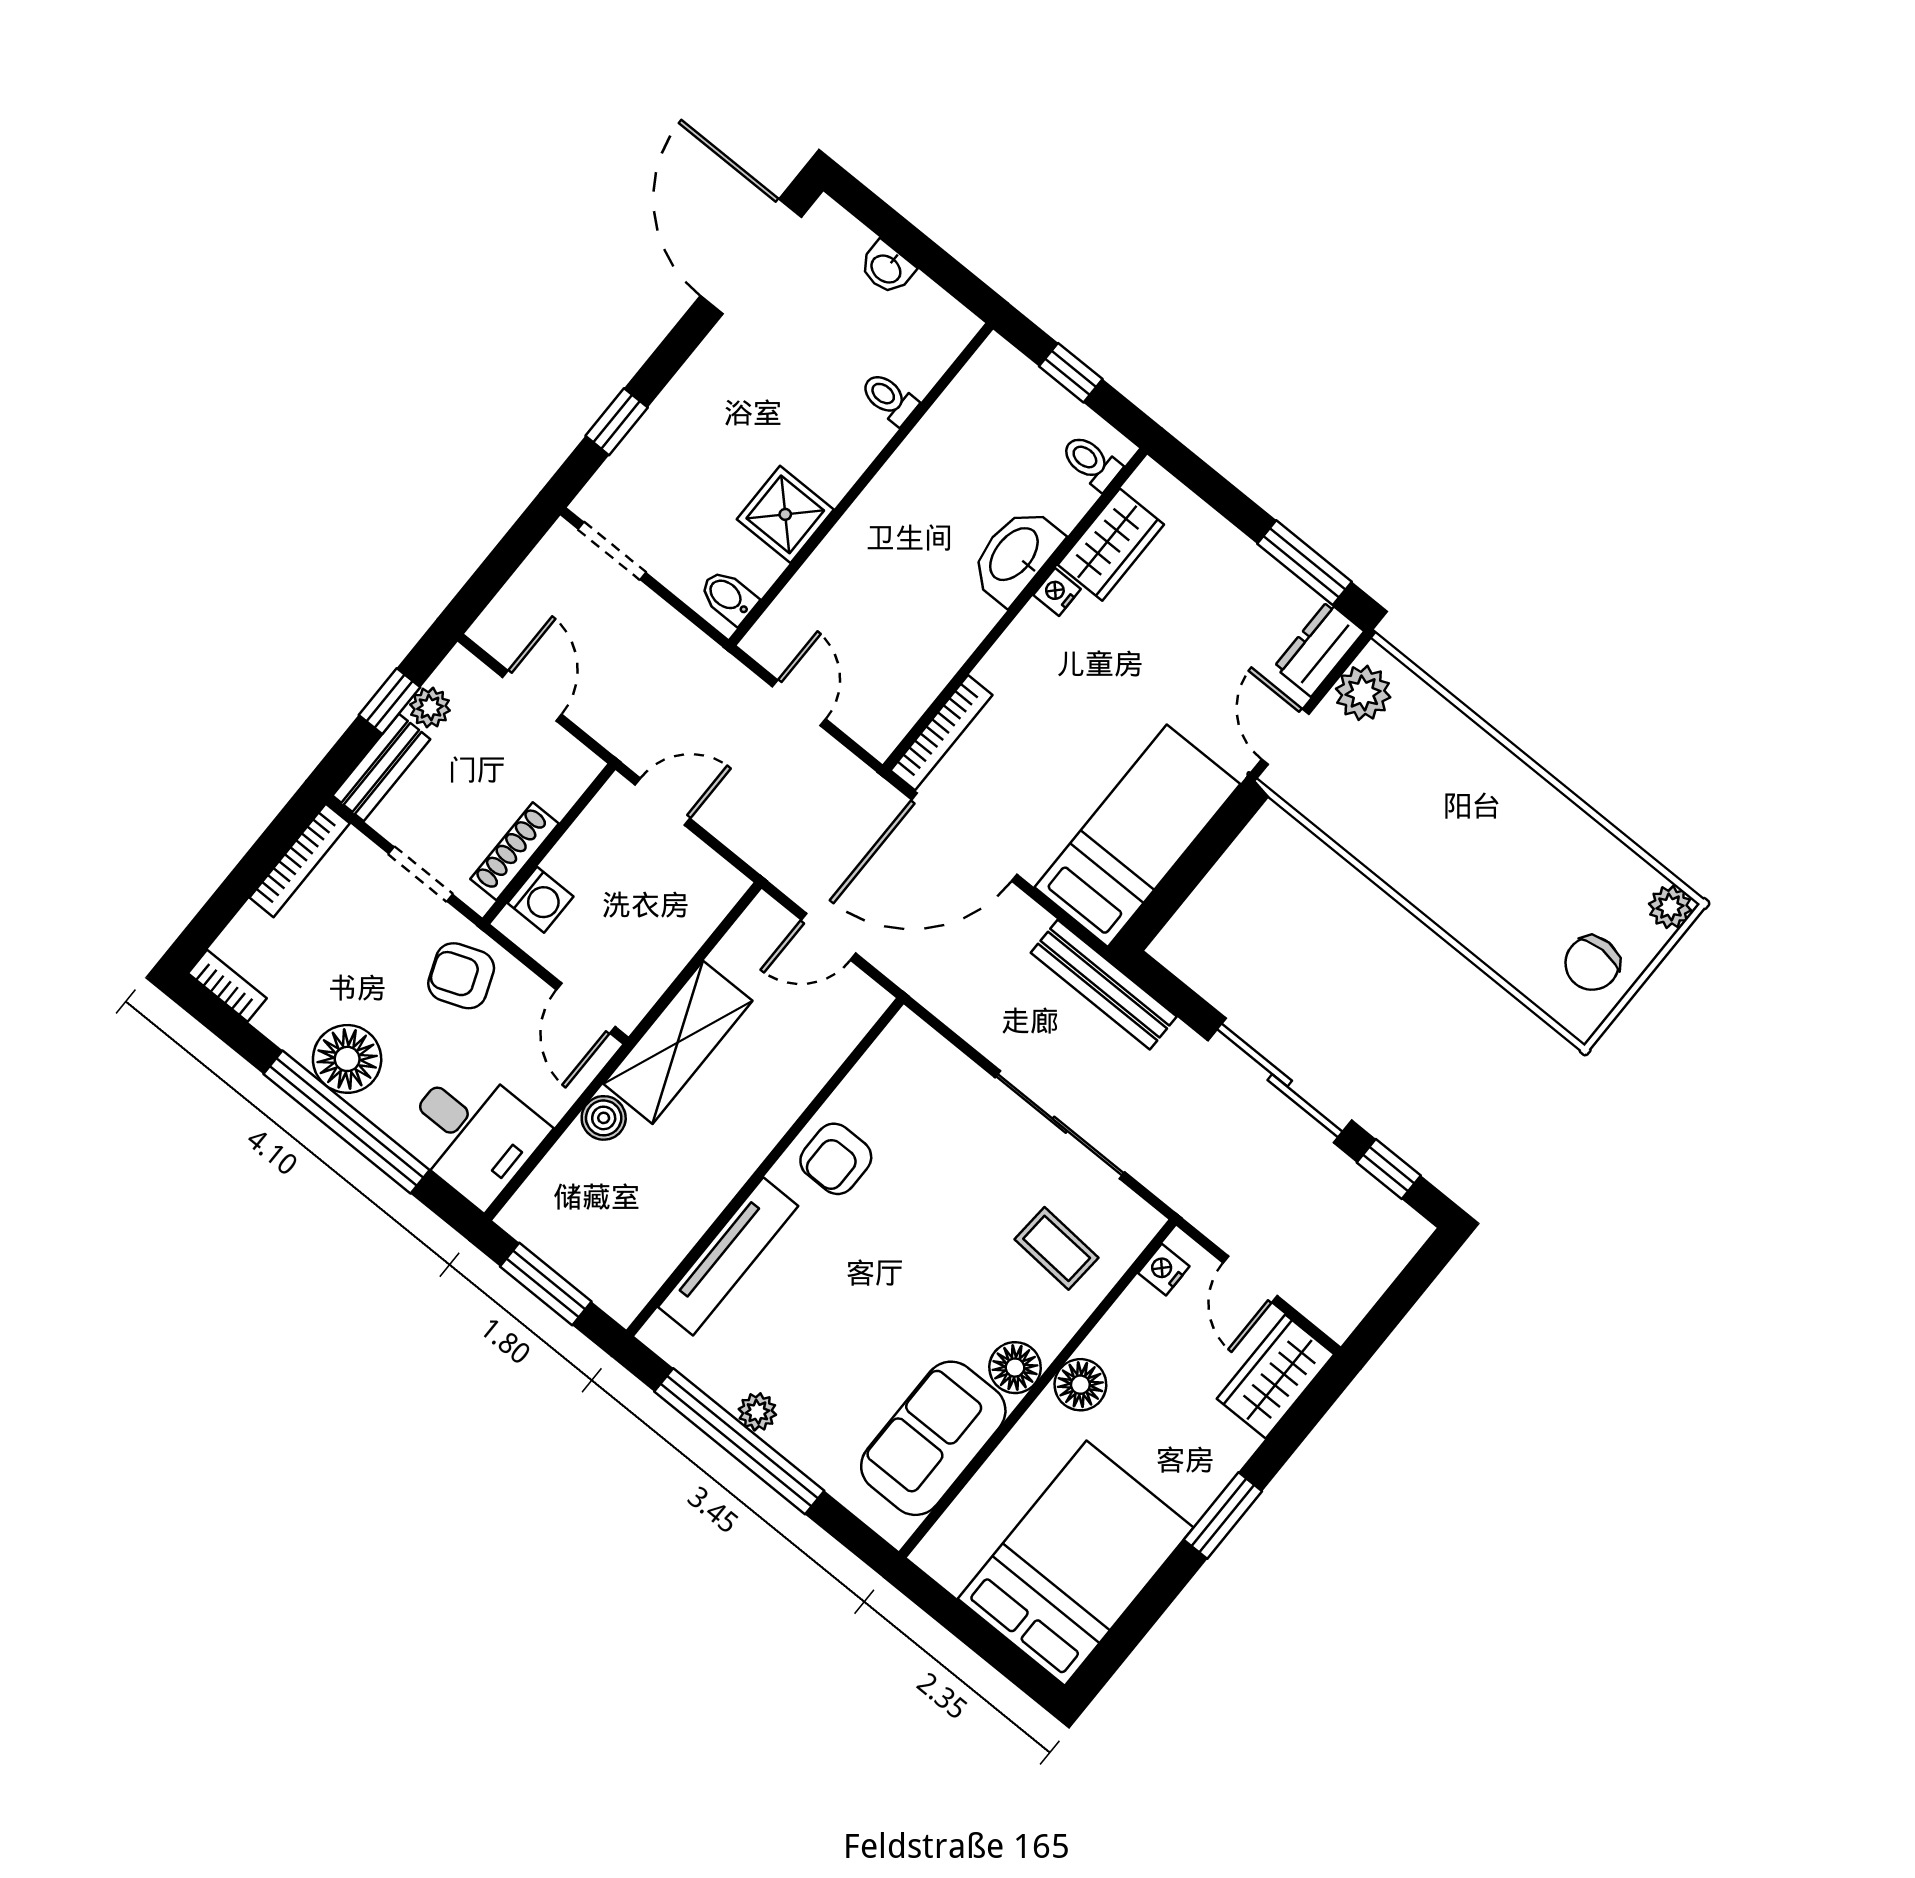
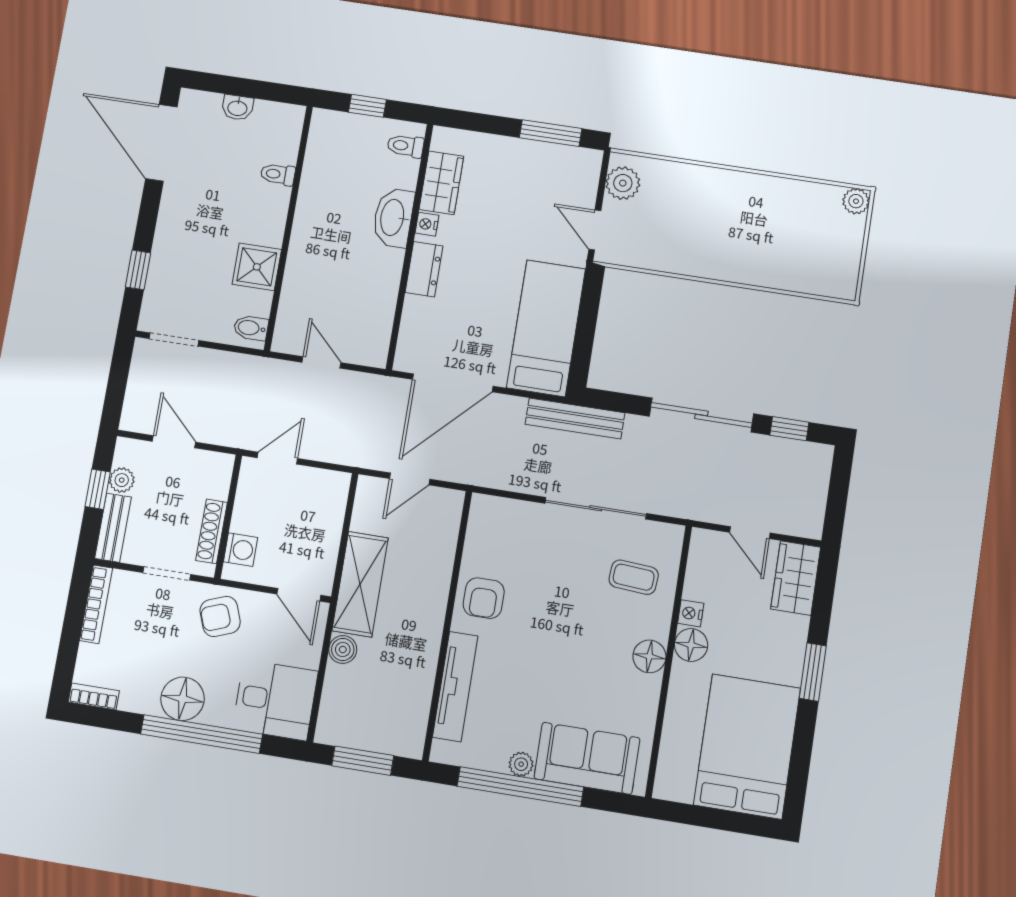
dresser: (1319, 649) -> (424, 269), moved, turned 180
bookcase: (942, 733) -> (408, 334), removed
chair: (1592, 963) -> (832, 255), removed
nightstand: (1164, 1270) -> (691, 613), moved
sofa: (933, 1438) -> (587, 758), moved, turned 90

